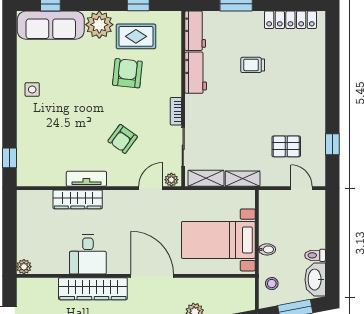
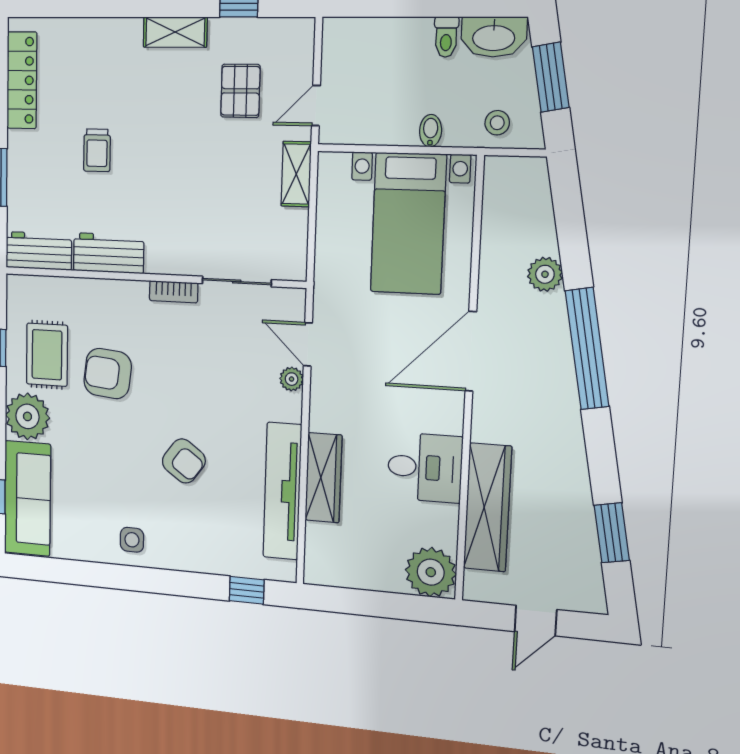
armchair: (123, 139) -> (184, 461), moved
shelving: (206, 178) -> (175, 32), moved, turned 90
tv unit: (86, 179) -> (282, 491), width x1.92, depth x1.29
plant: (171, 180) -> (292, 379), moved
door: (302, 188) -> (316, 106), moved
plant: (24, 267) -> (431, 572), width x1.87, depth x1.87
wardrobe: (93, 289) -> (488, 507), moved

